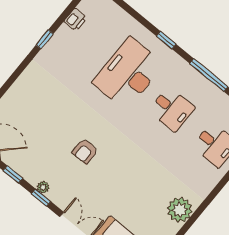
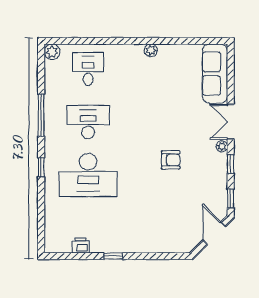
desk: (172, 109) -> (88, 122), width x1.37
plant: (43, 187) -> (222, 146), moved
plant: (180, 210) -> (151, 50), width x0.53, depth x0.53

